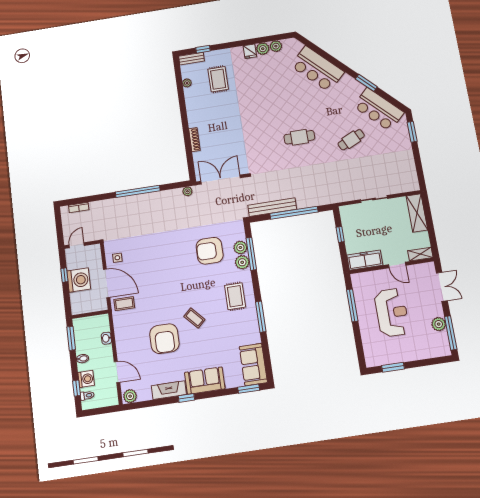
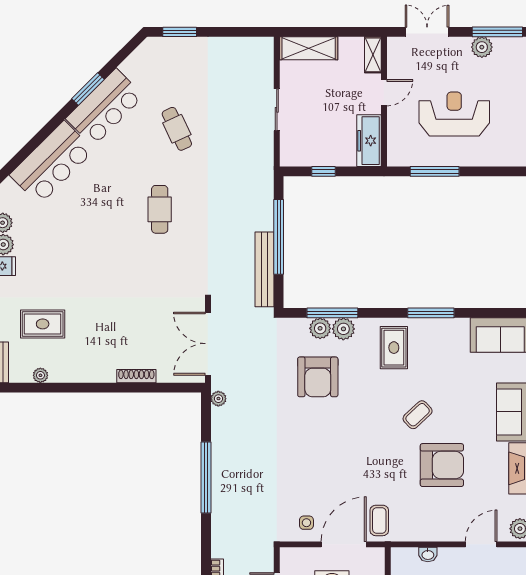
bar counter: (379, 109) -> (105, 107), moved
rug: (235, 296) -> (394, 348), turned 90

